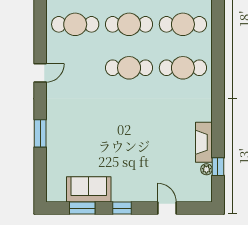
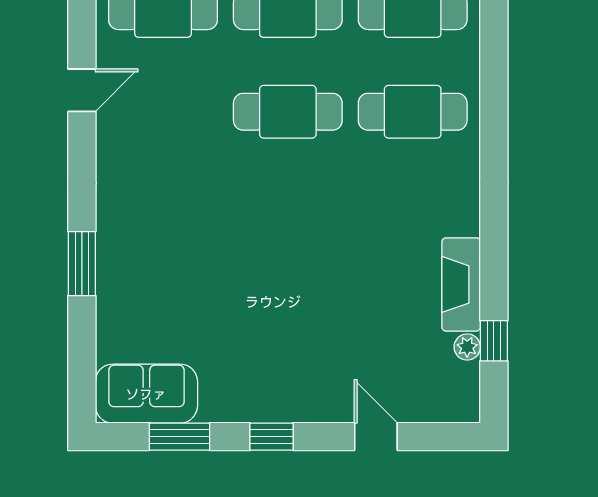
door: (40, 73) -> (82, 90), moved
sofa: (89, 189) -> (146, 394), moved

